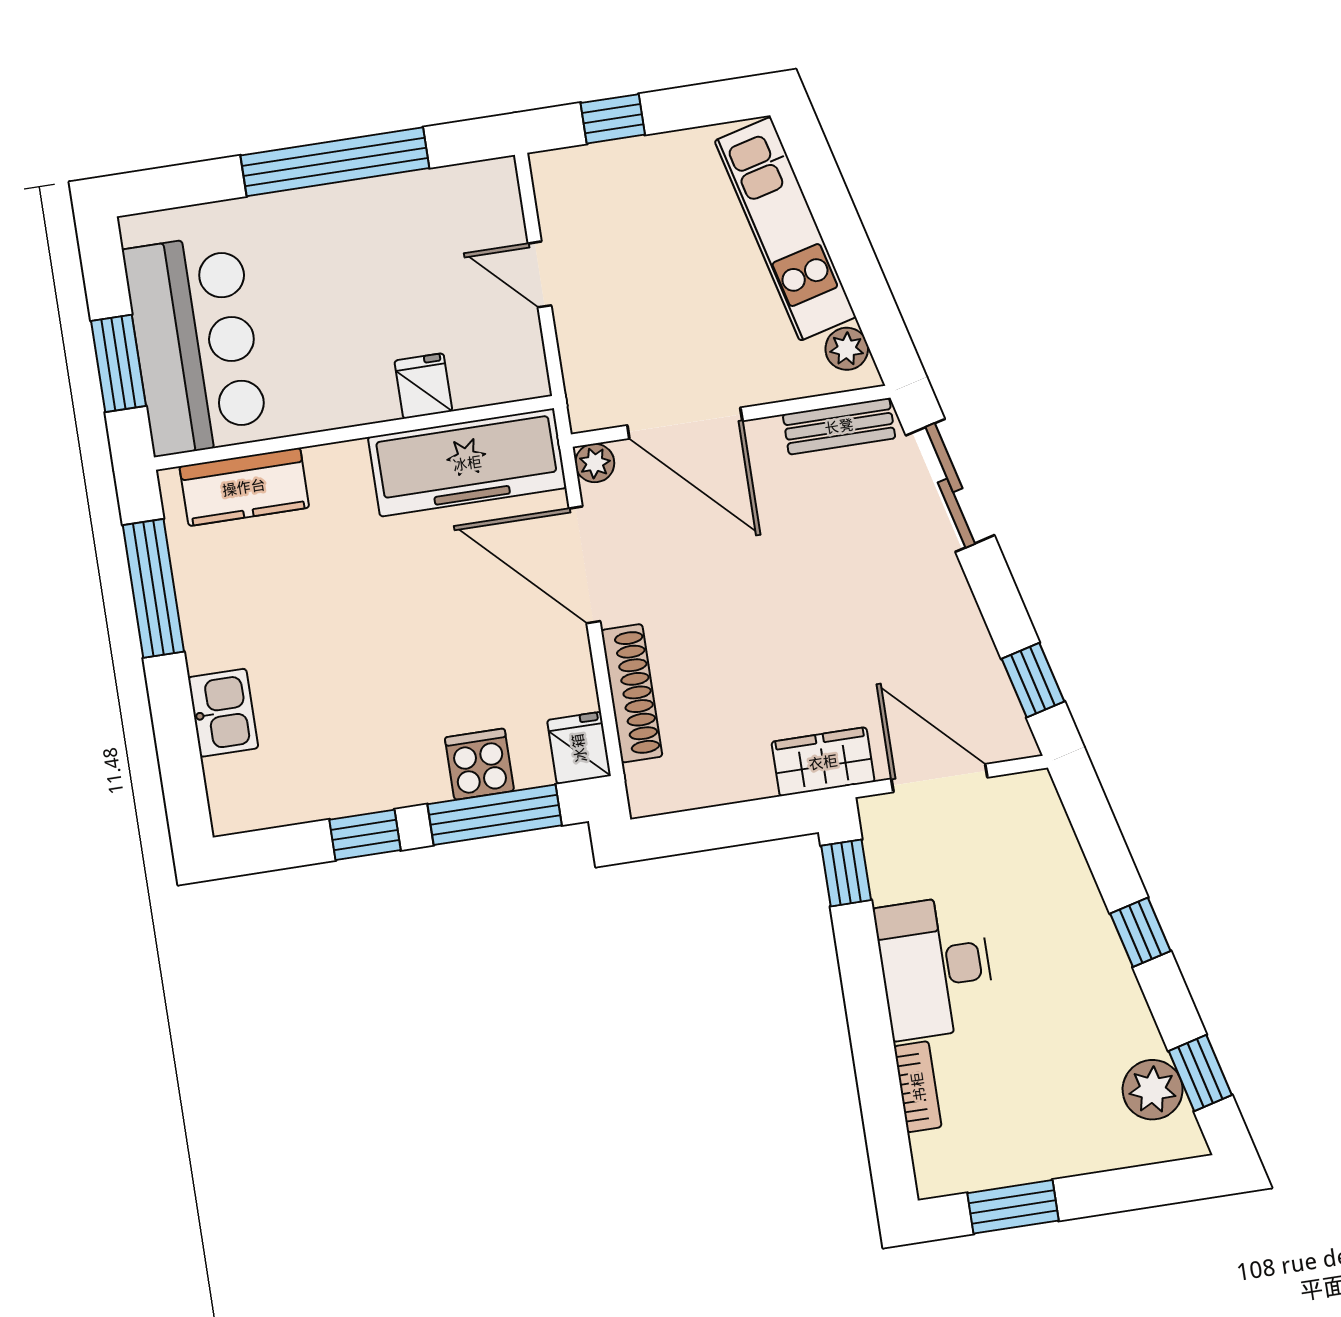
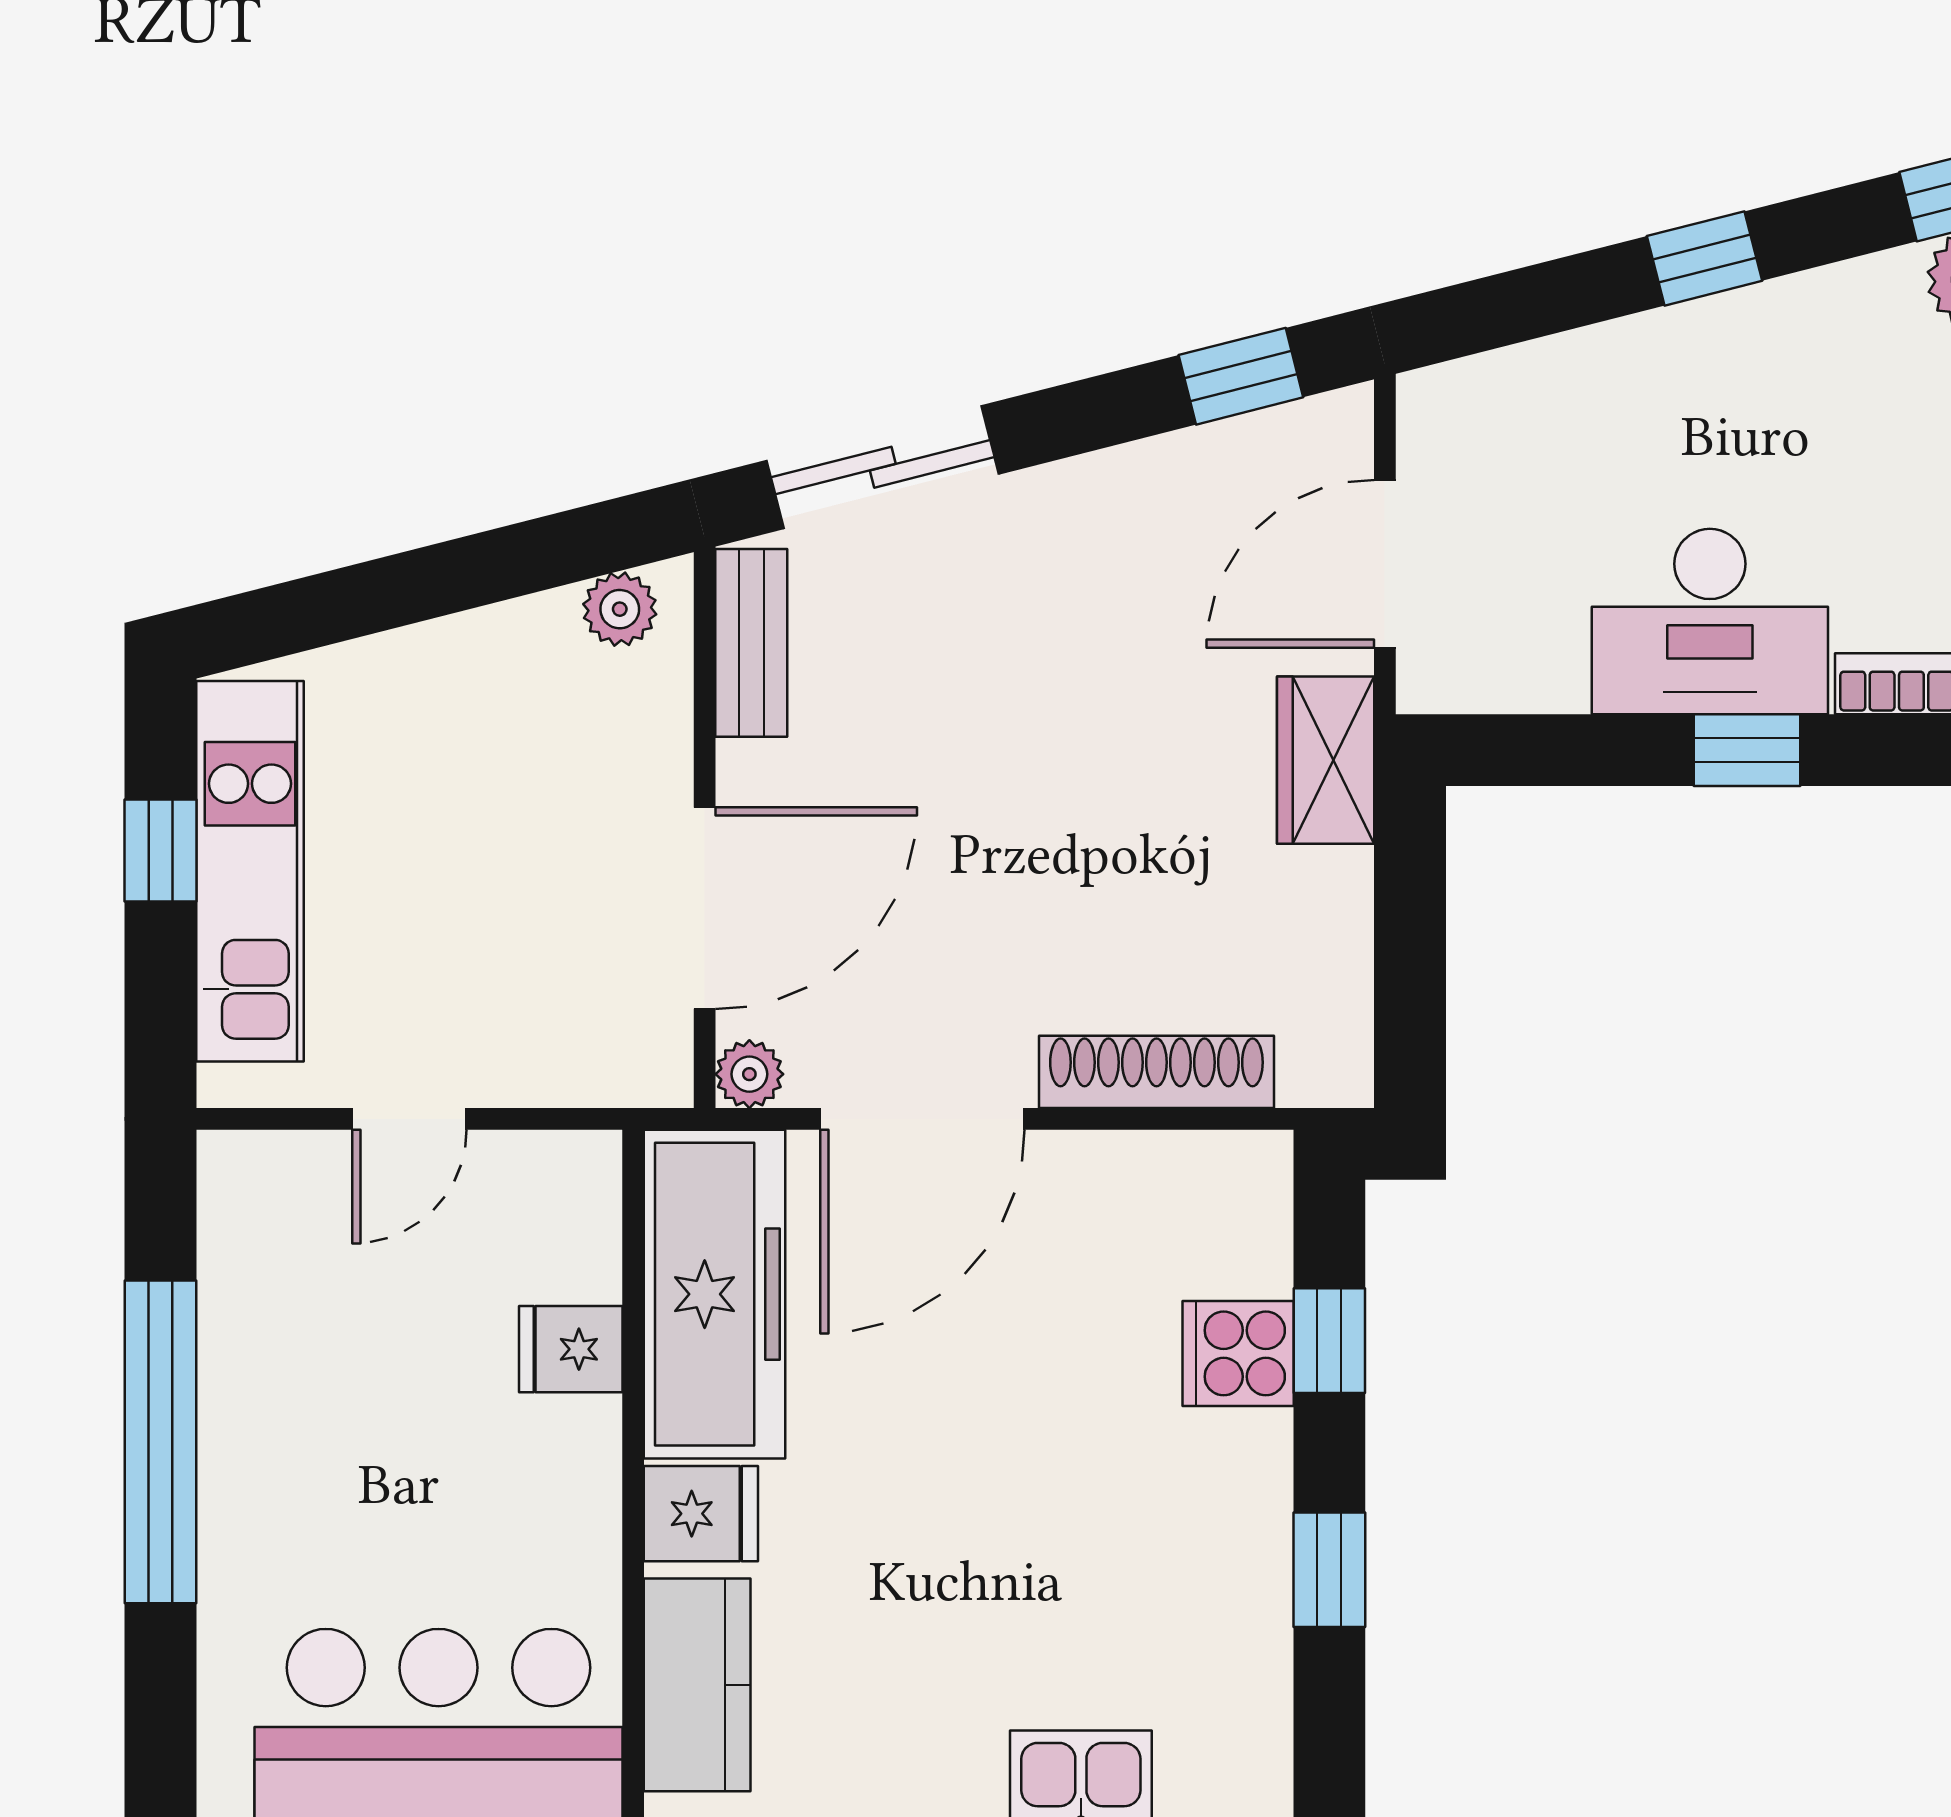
window: (613, 119) -> (161, 851), moved
kitchen unit: (785, 229) -> (250, 871), moved, turned -76
fridge: (579, 748) -> (701, 1514), moved, turned 180
window: (495, 815) -> (1329, 1341), width x0.46
window: (846, 873) -> (1747, 750), moved

